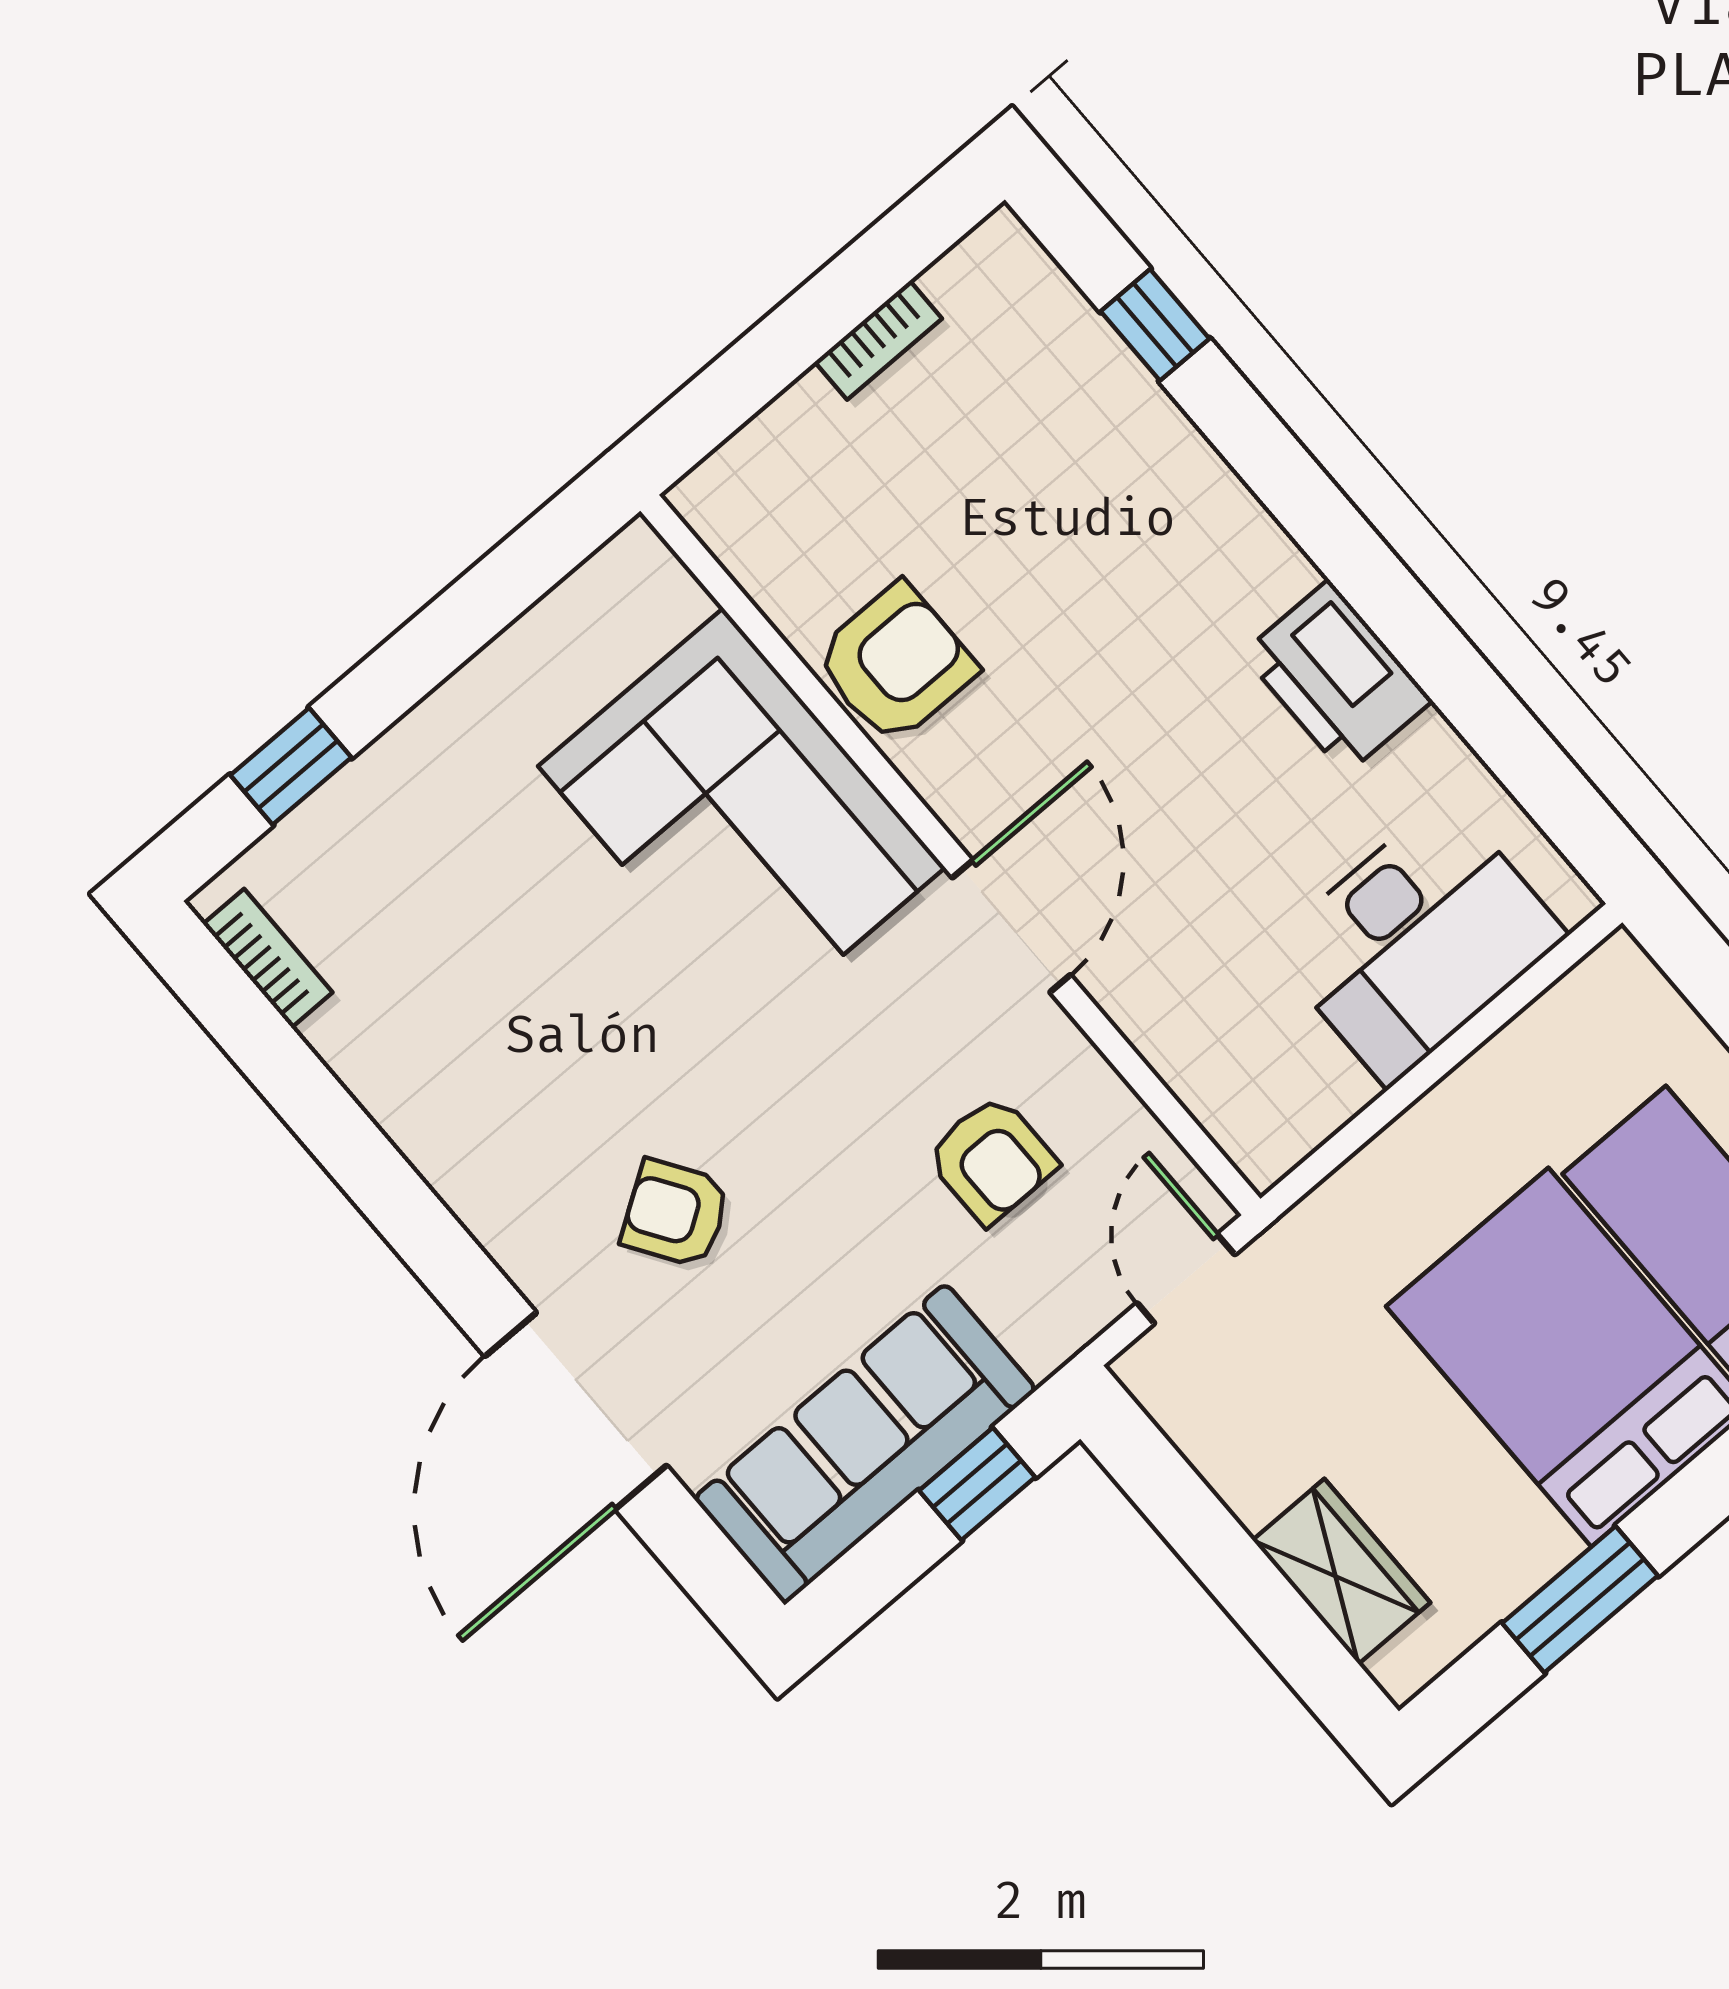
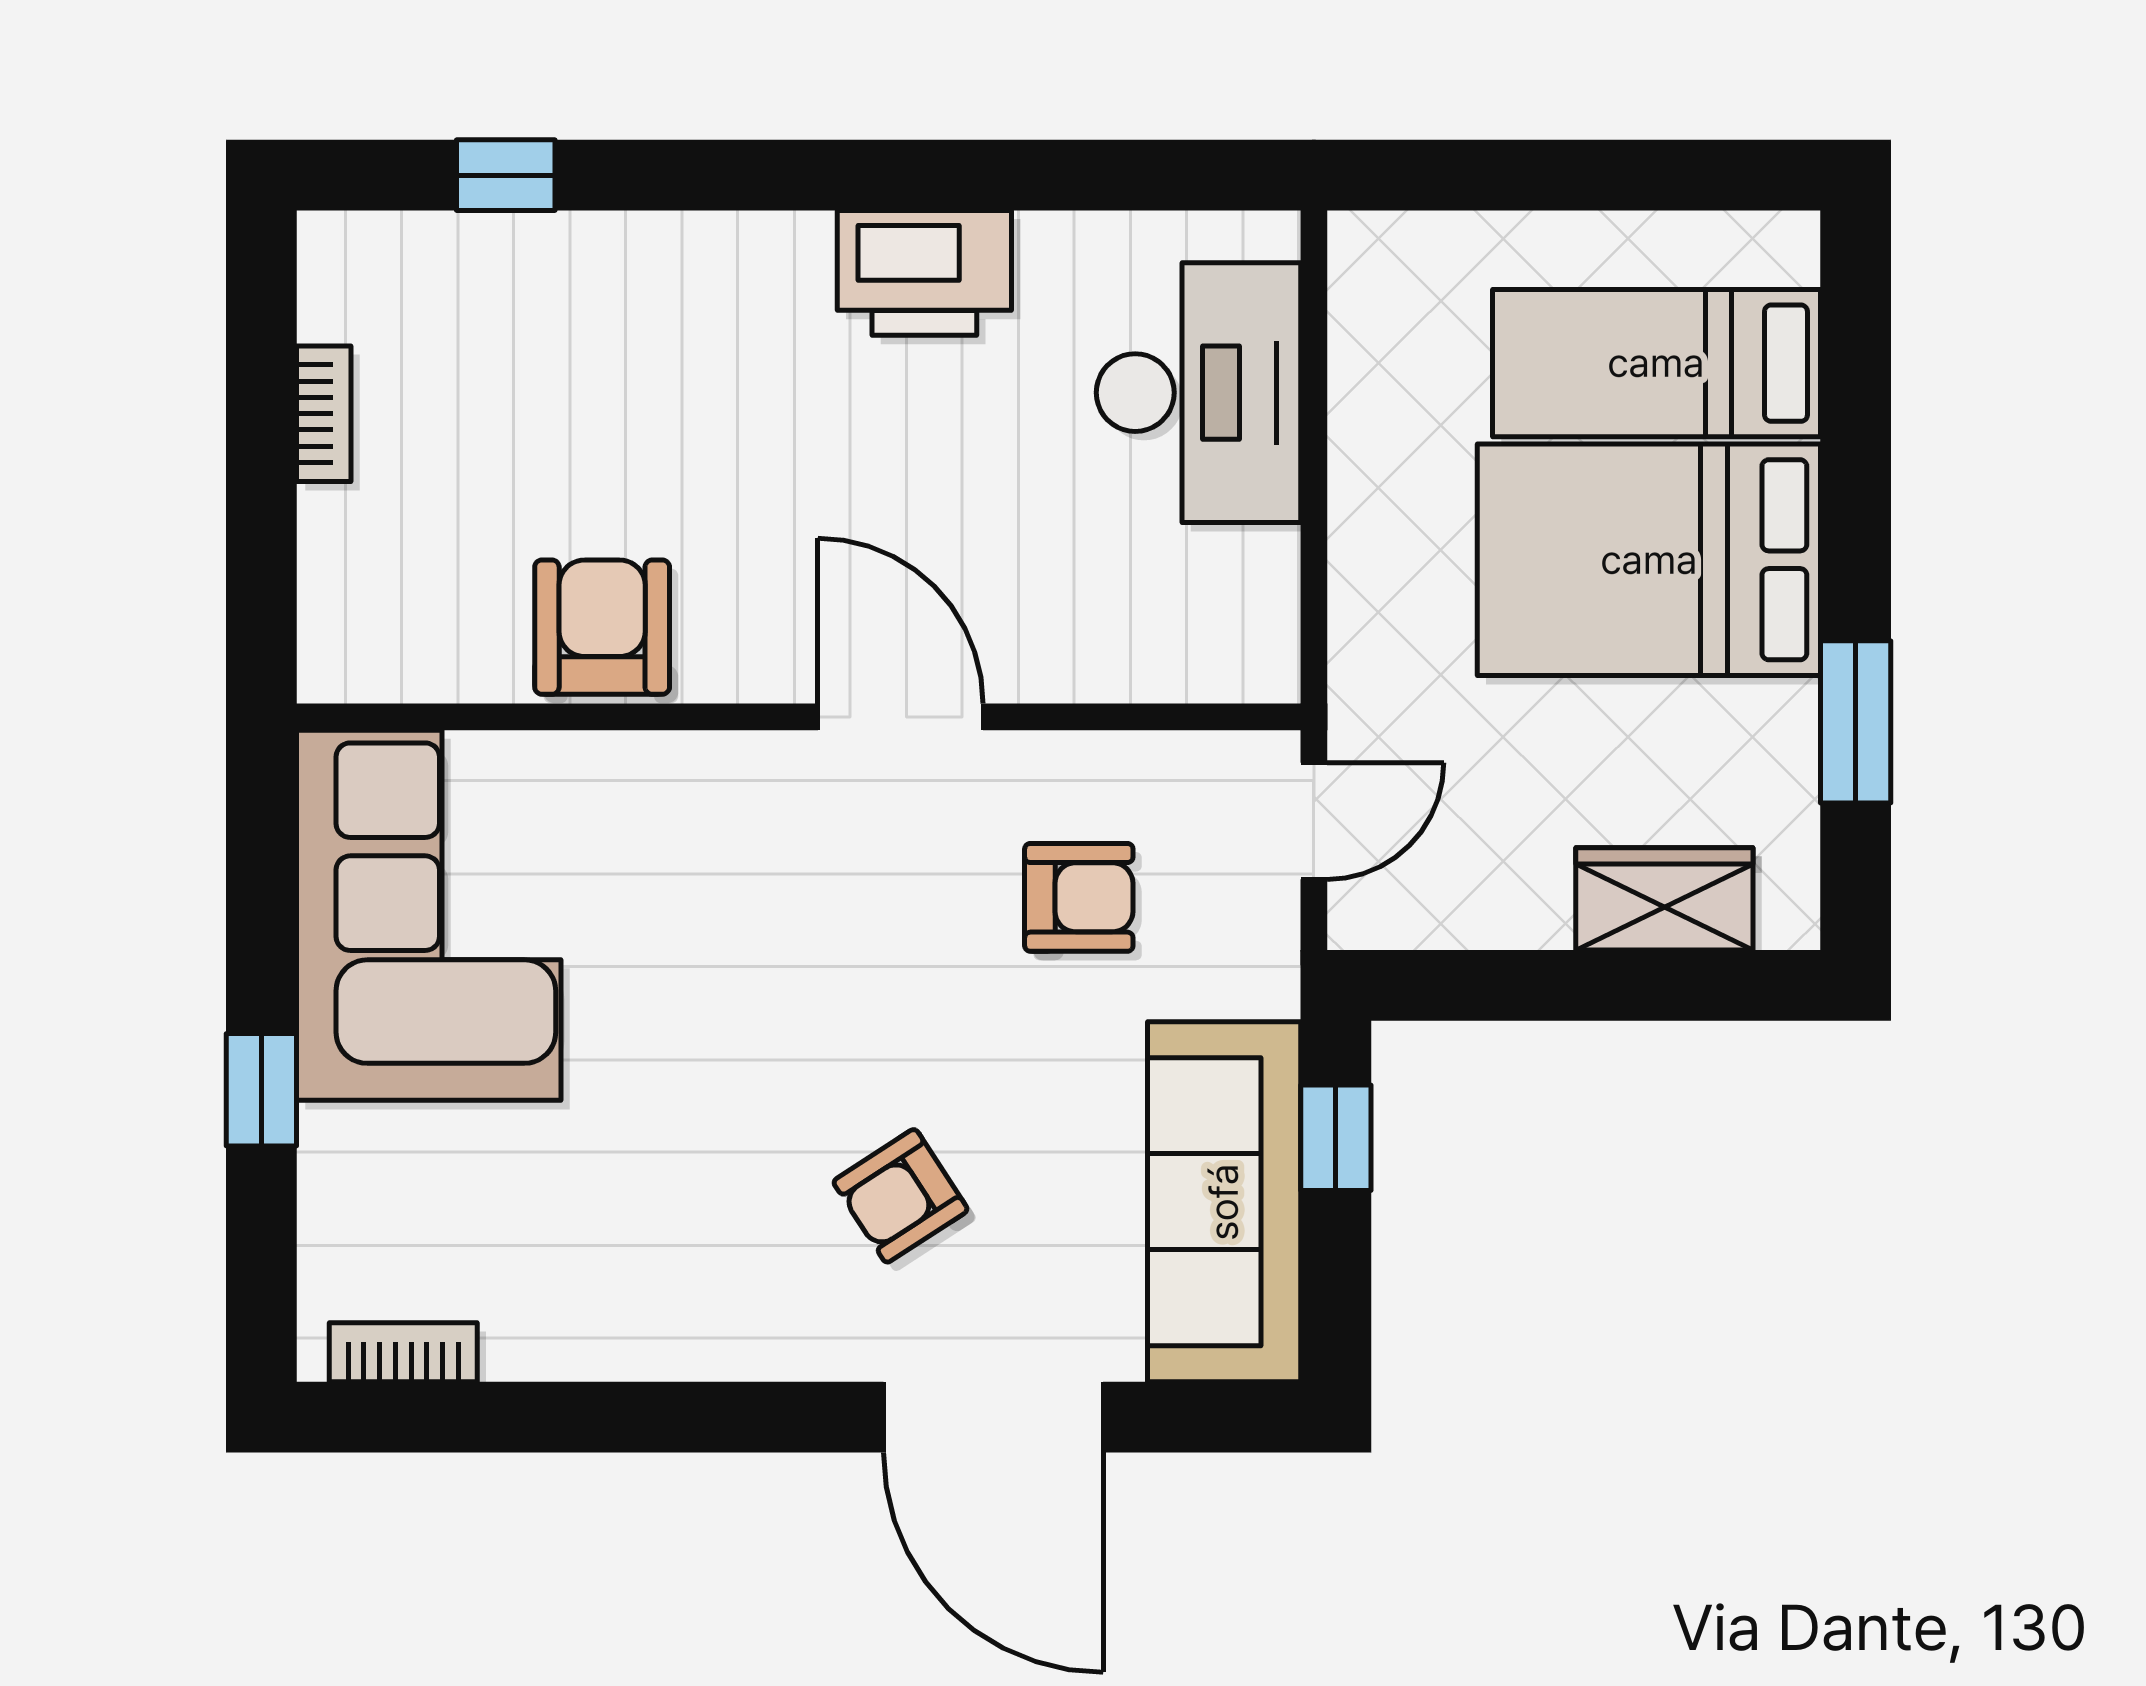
window: (291, 766) -> (261, 1090), moved
corner sofa: (742, 817) -> (429, 915), moved, turned -90
door: (1186, 1279) -> (1314, 821), swing flipped

